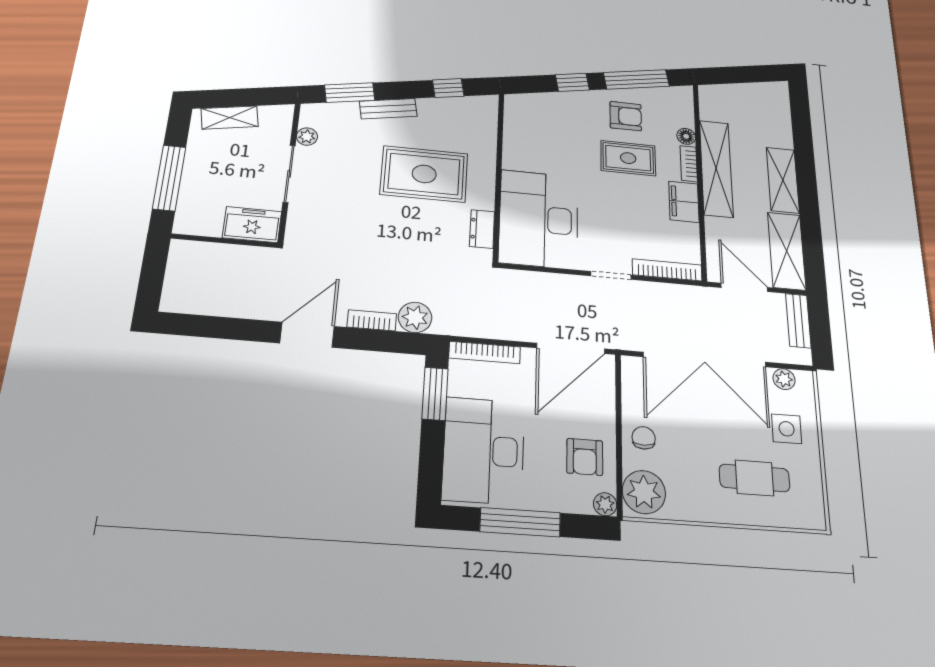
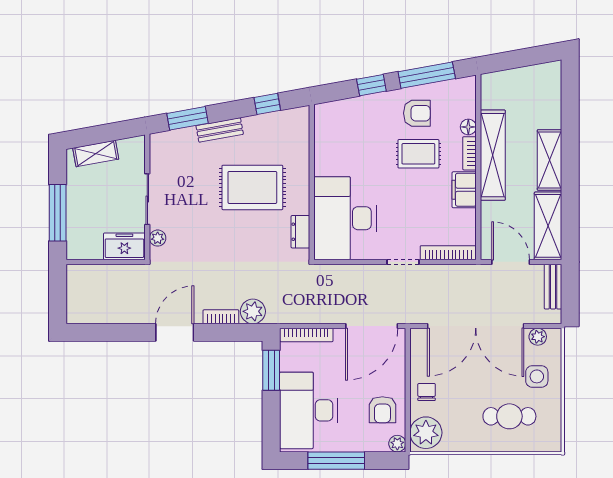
plant: (307, 137) -> (158, 238), moved

